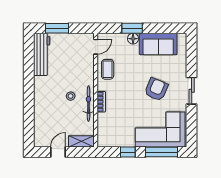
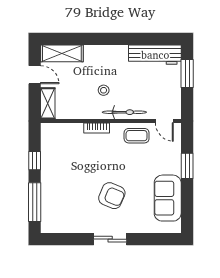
floor lamp: (133, 39) -> (174, 167), removed
bicycle: (88, 104) -> (124, 112), moved
shelving: (41, 130) -> (62, 53), added
corner sofa: (160, 130) -> (62, 200), removed

